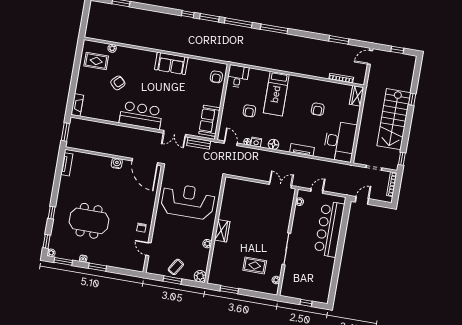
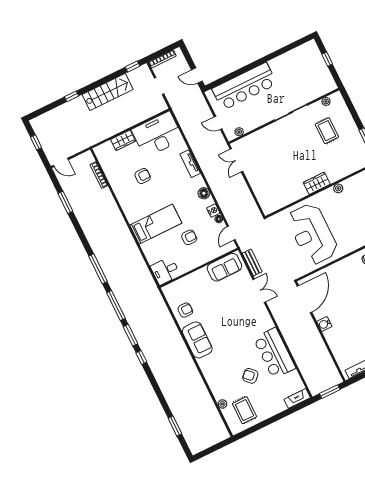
armchair: (216, 77) -> (185, 310), moved
wardrobe: (357, 96) -> (123, 140), moved
bar counter: (141, 115) -> (274, 353), moved
stairs: (394, 119) -> (108, 92), width x0.73, depth x0.66

